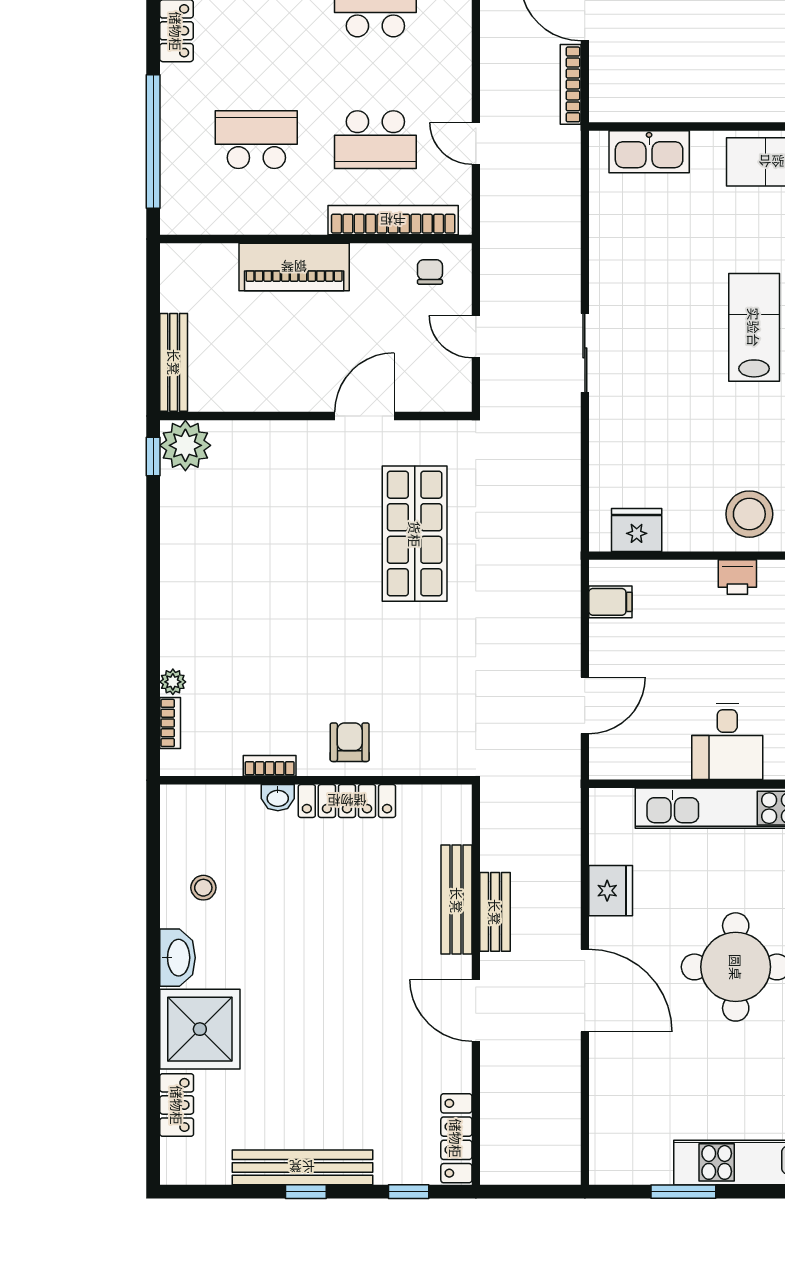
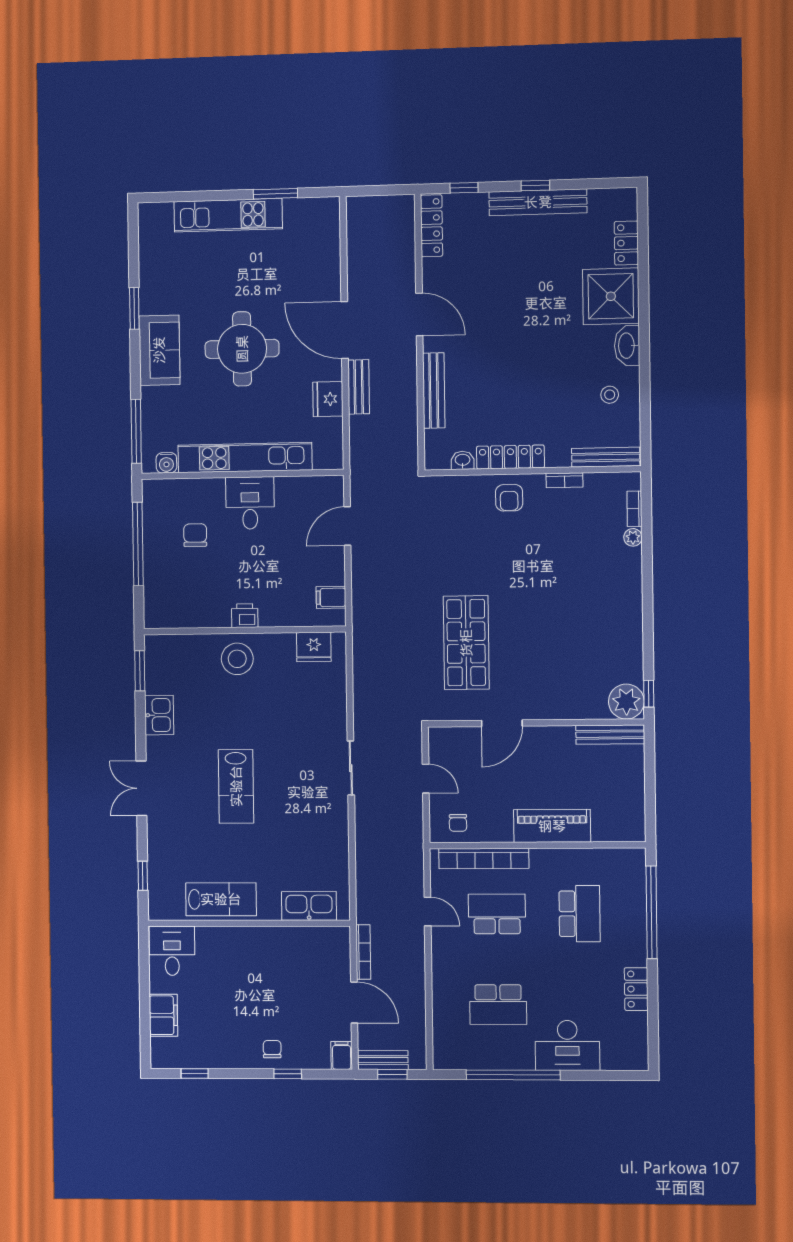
school desk: (256, 140) -> (580, 914), turned -90
bench: (174, 362) -> (610, 735), moved, turned 90
bench: (210, 798) -> (606, 457), added
washbasin: (278, 798) -> (463, 460), moved
bench: (495, 912) -> (359, 387), moved

